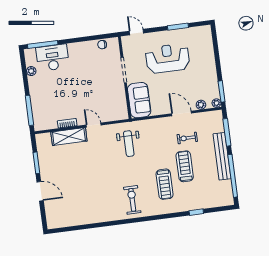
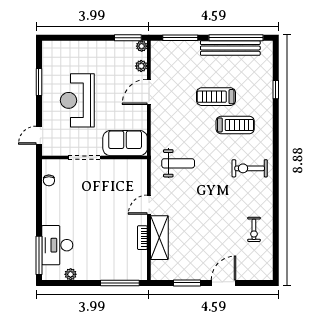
exercise bike: (187, 138) -> (254, 229), moved
bench: (222, 156) -> (230, 48), moved

